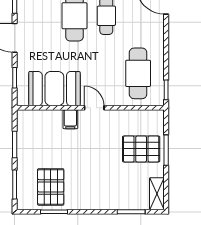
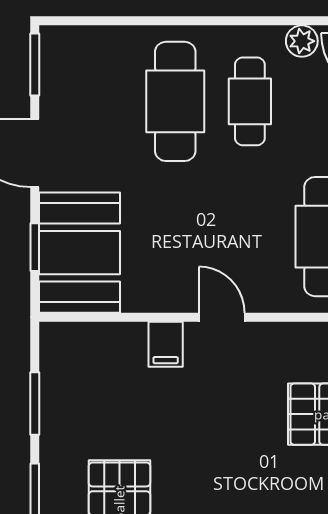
booth: (54, 89) -> (80, 253), moved, turned 90

